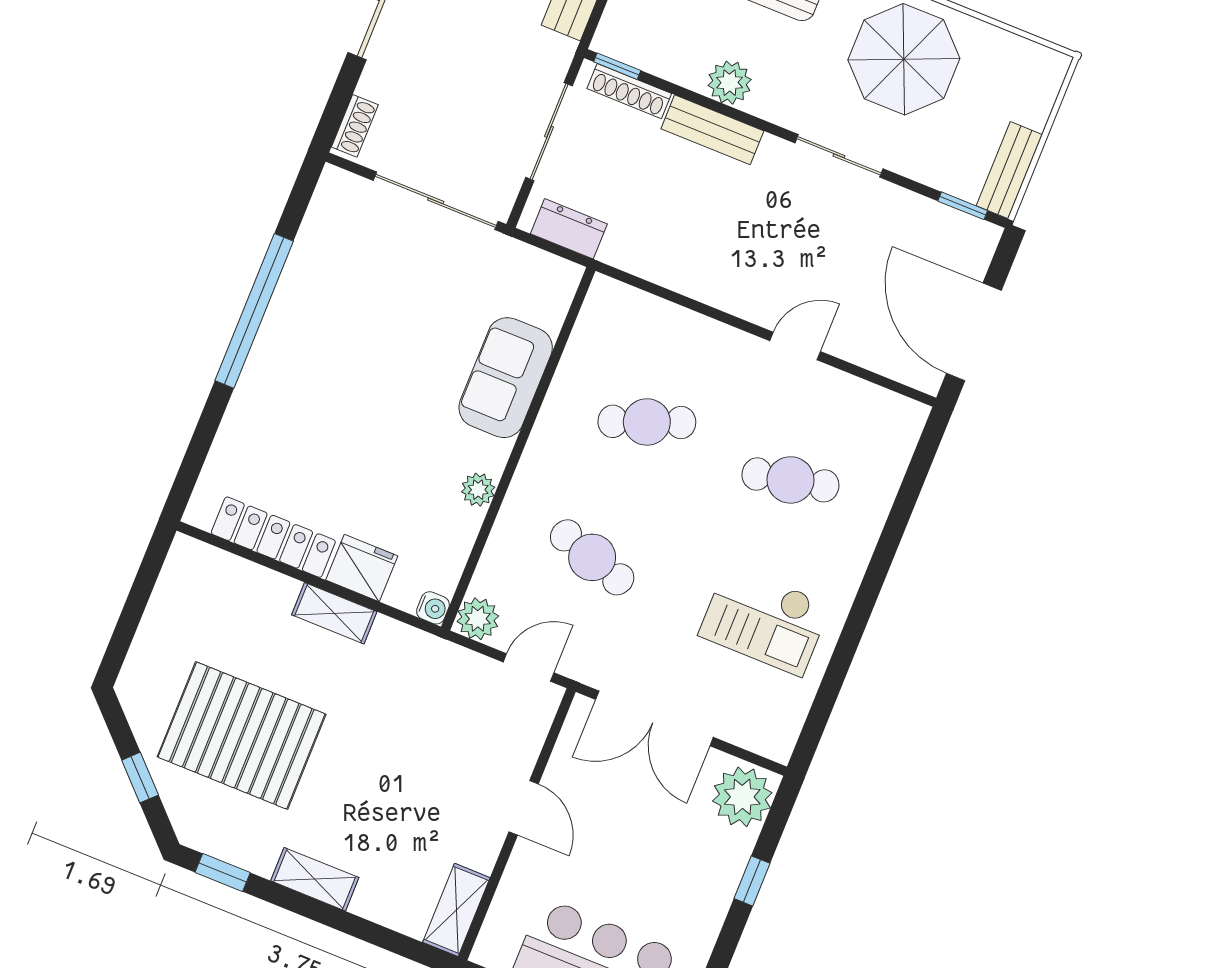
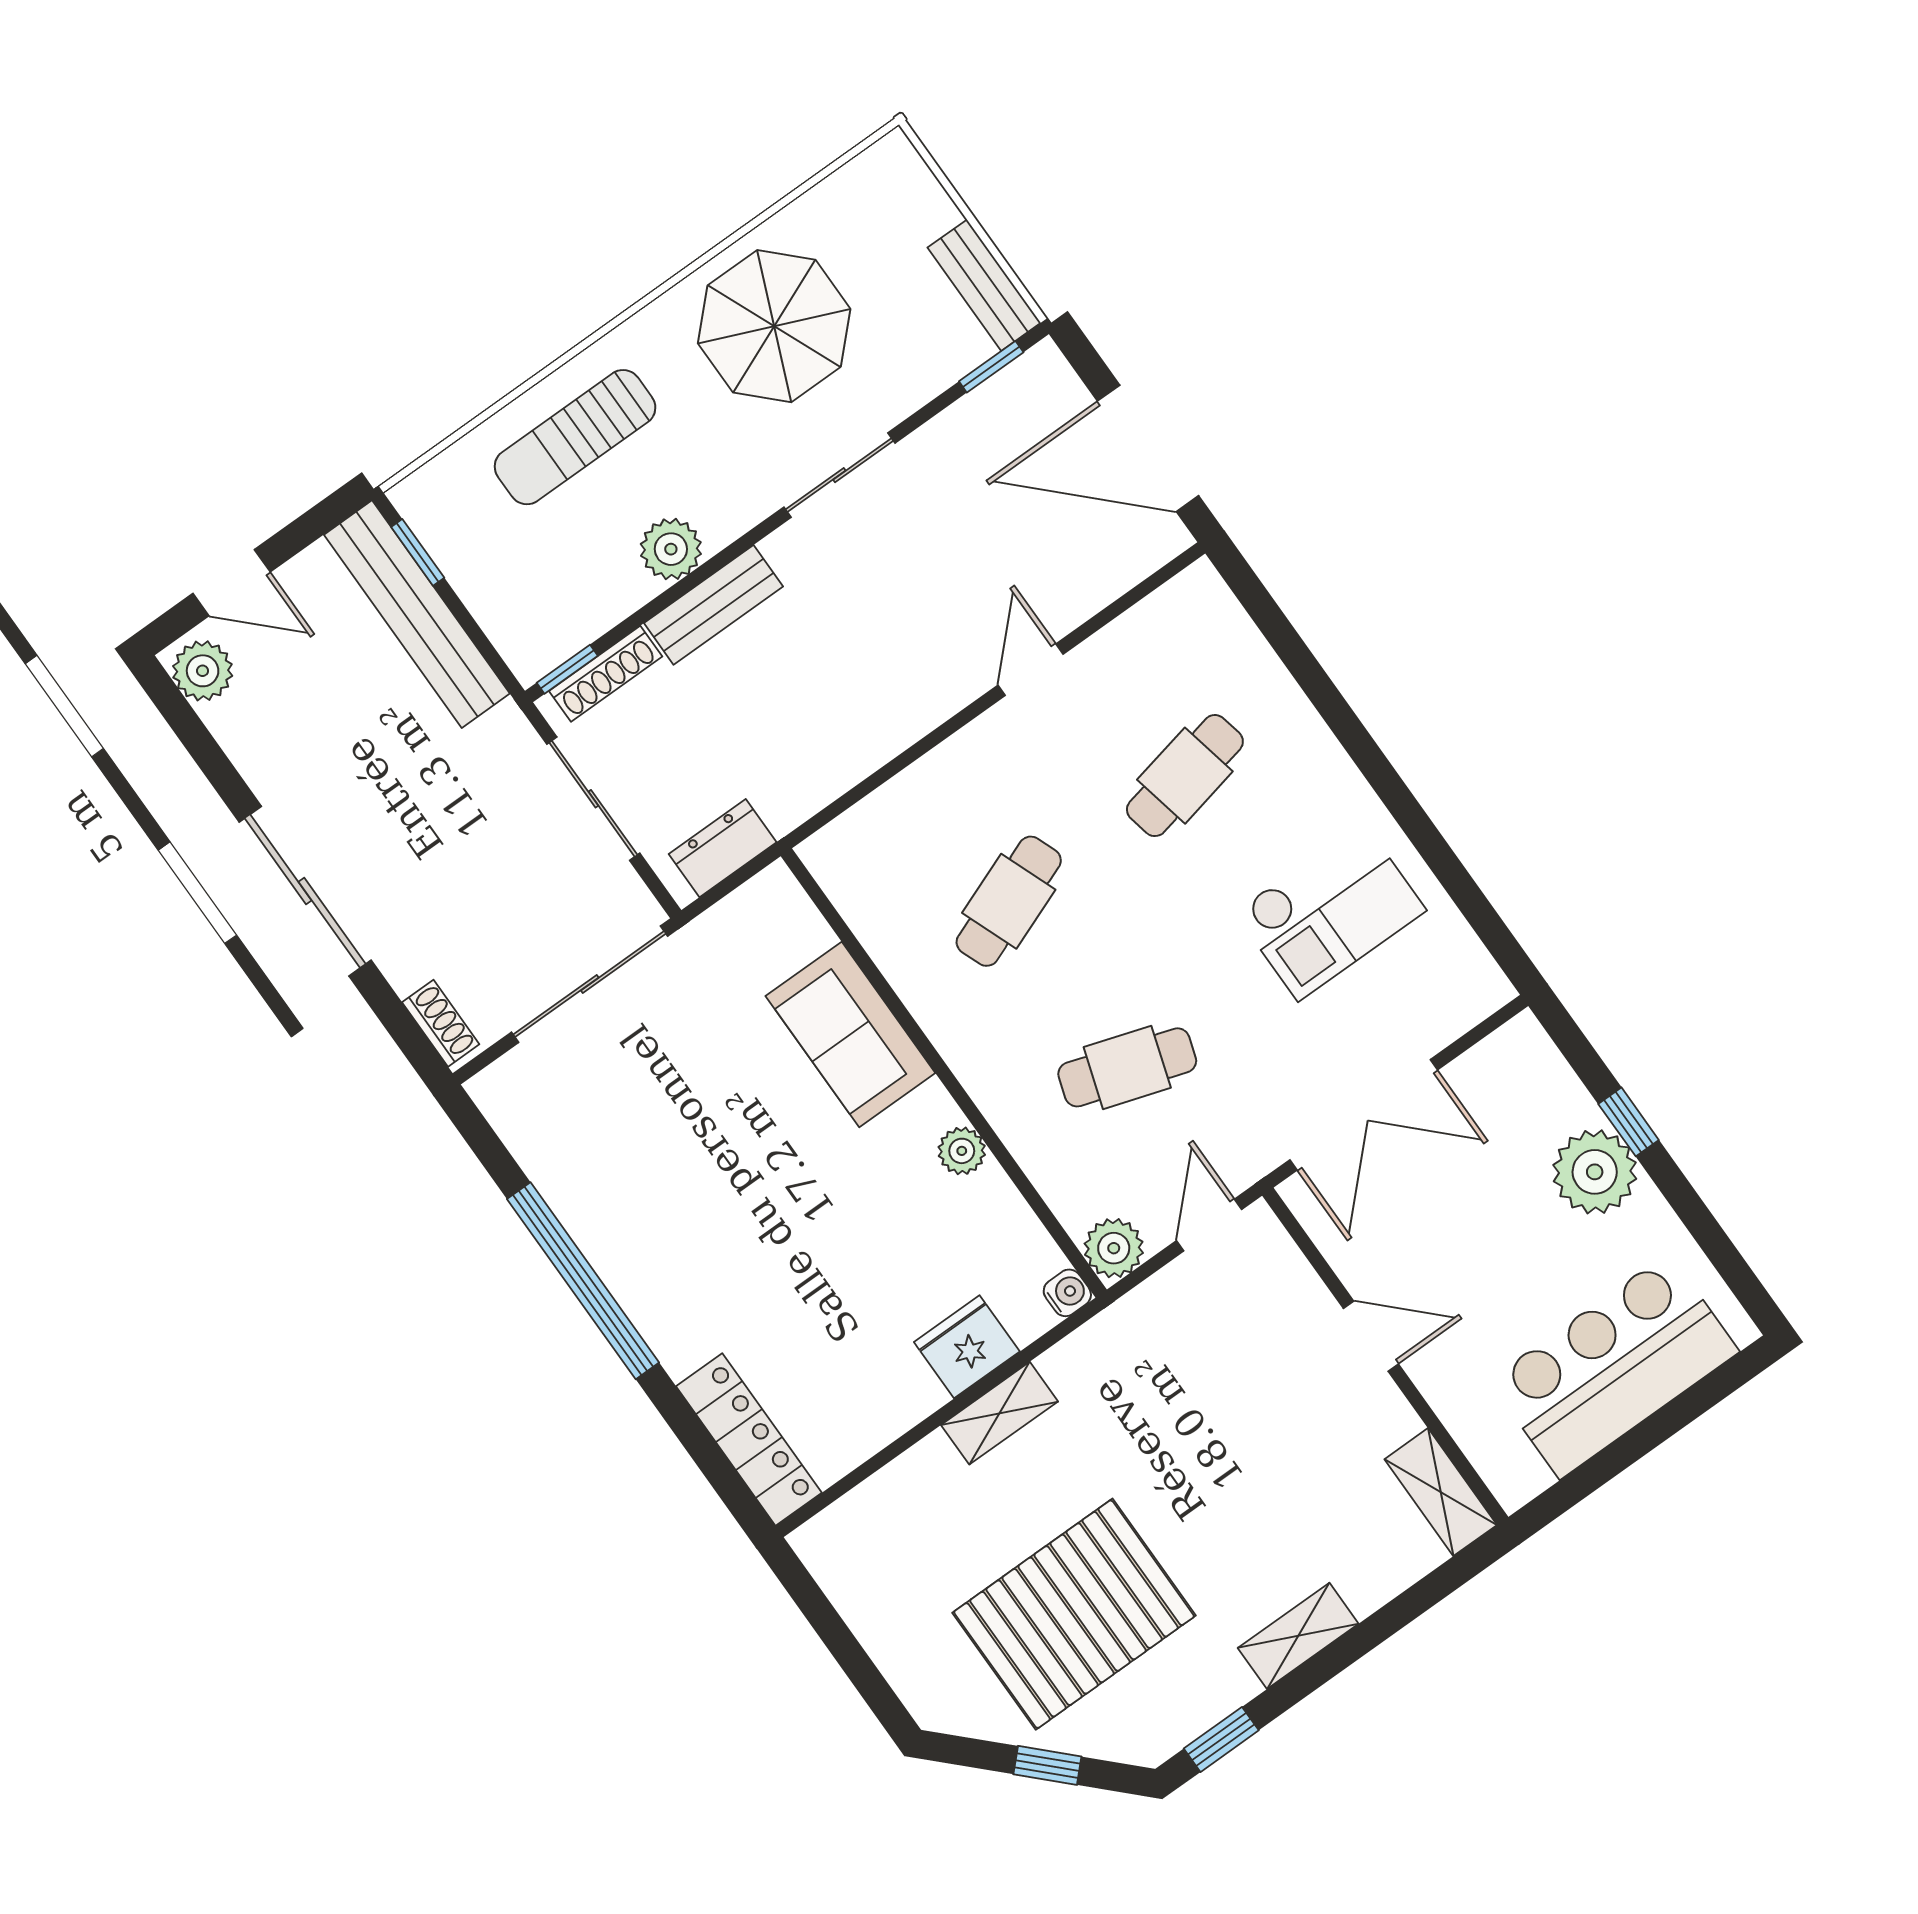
locker: (273, 537) -> (749, 1440), moved, turned 90
plant: (742, 797) -> (1595, 1172), moved

